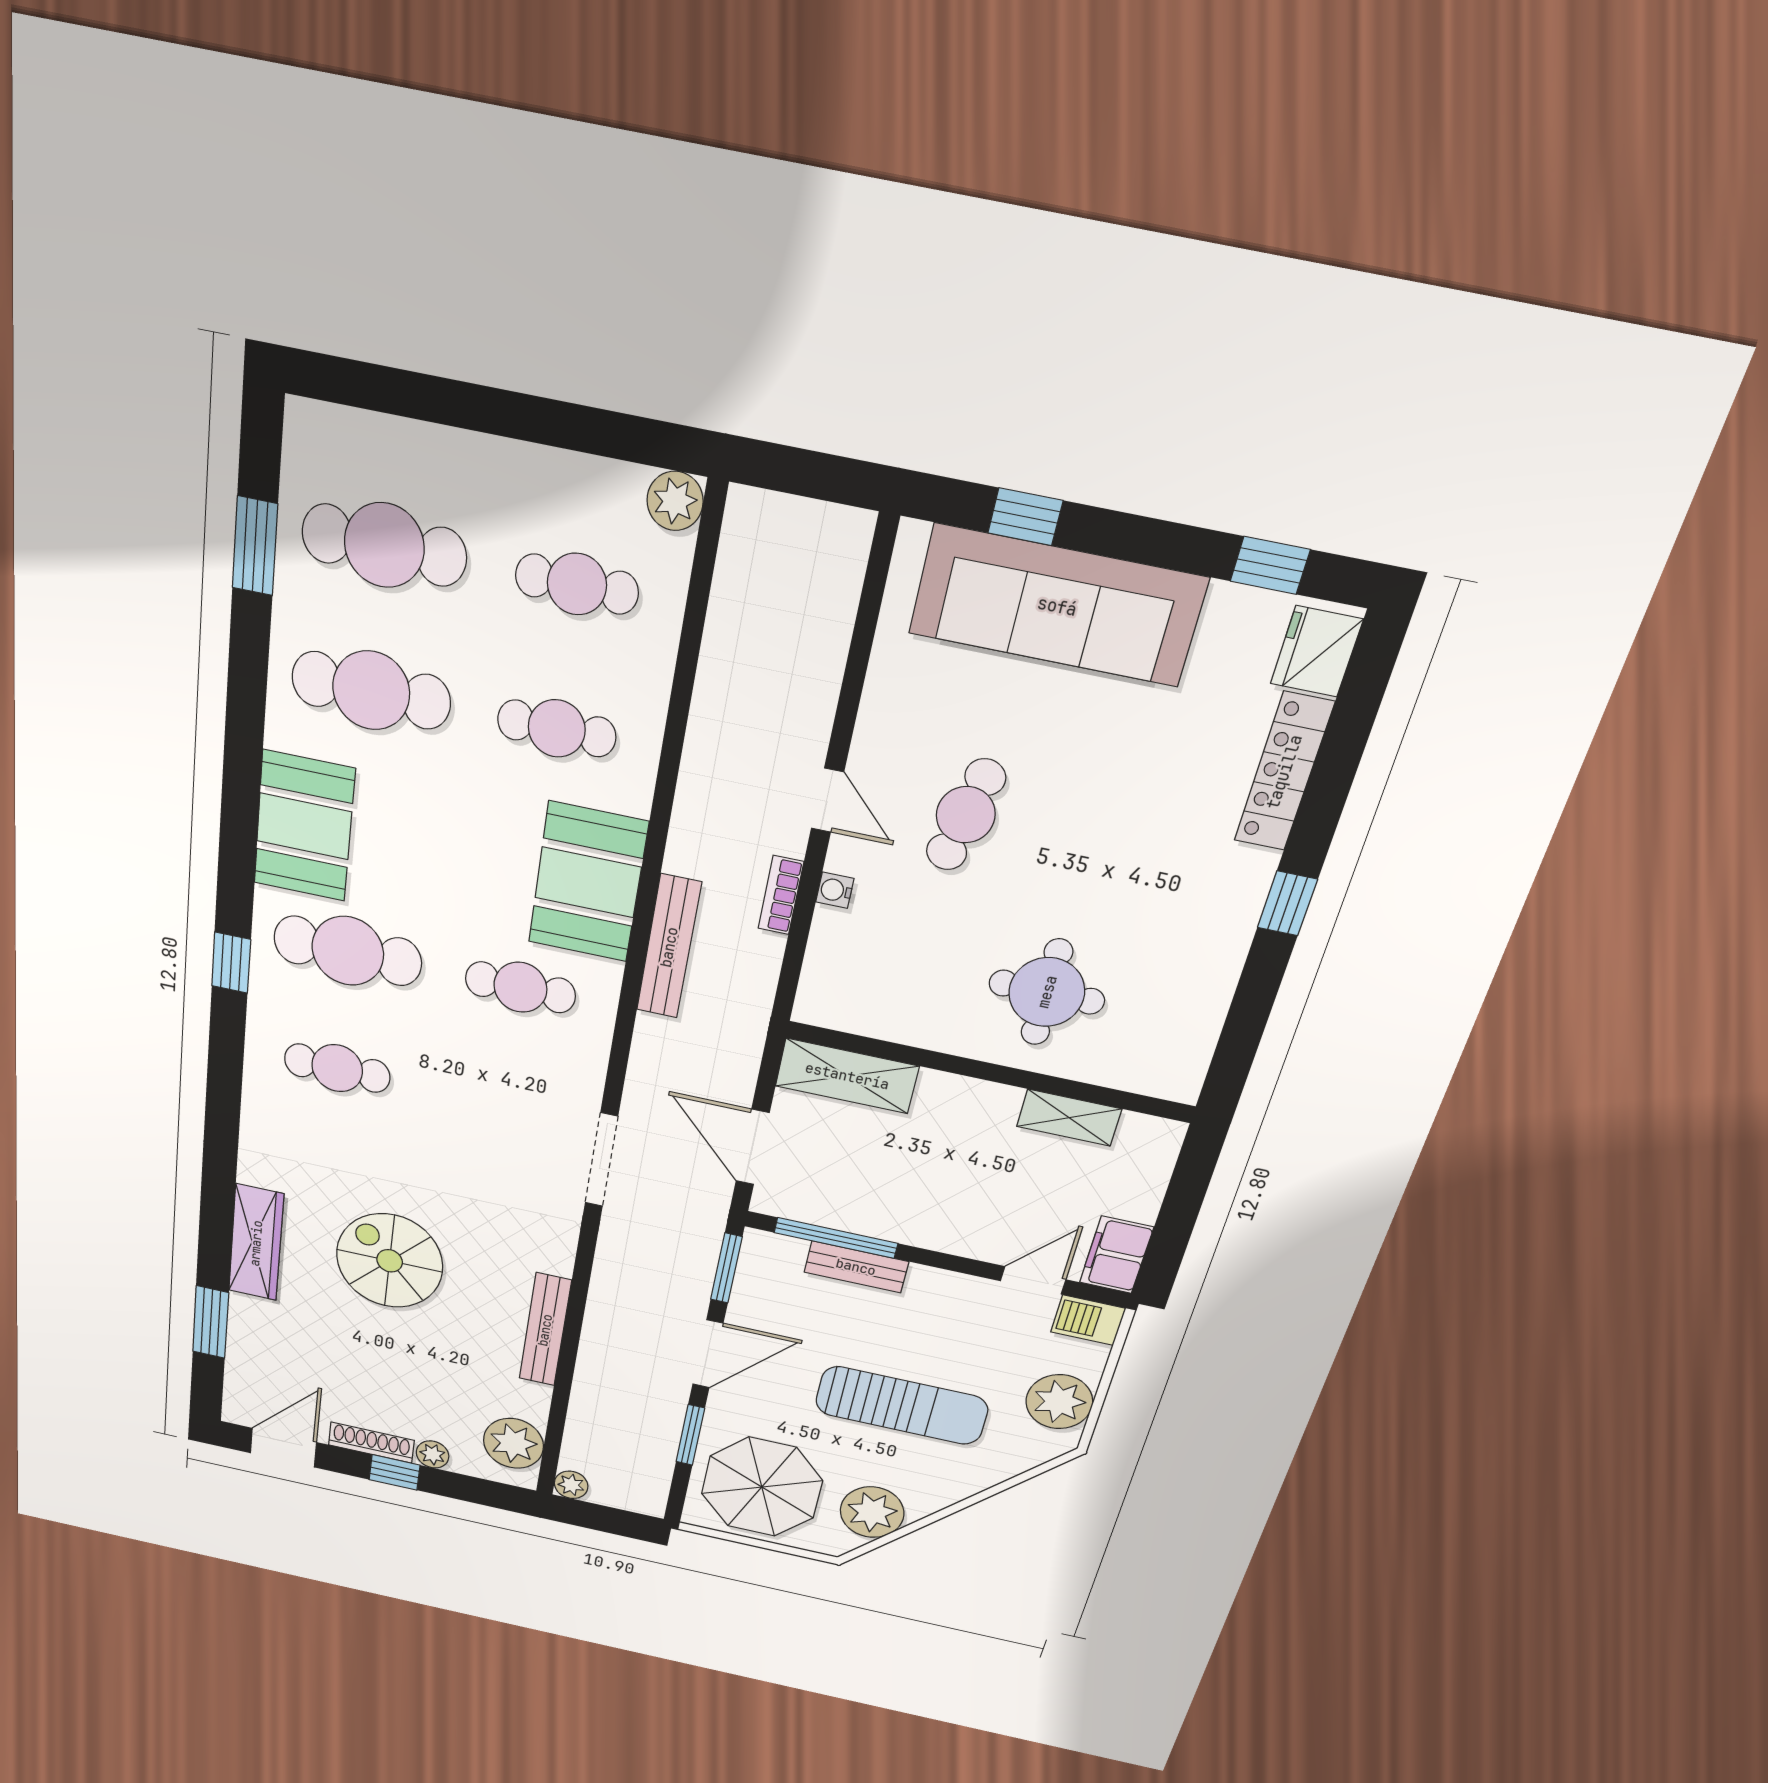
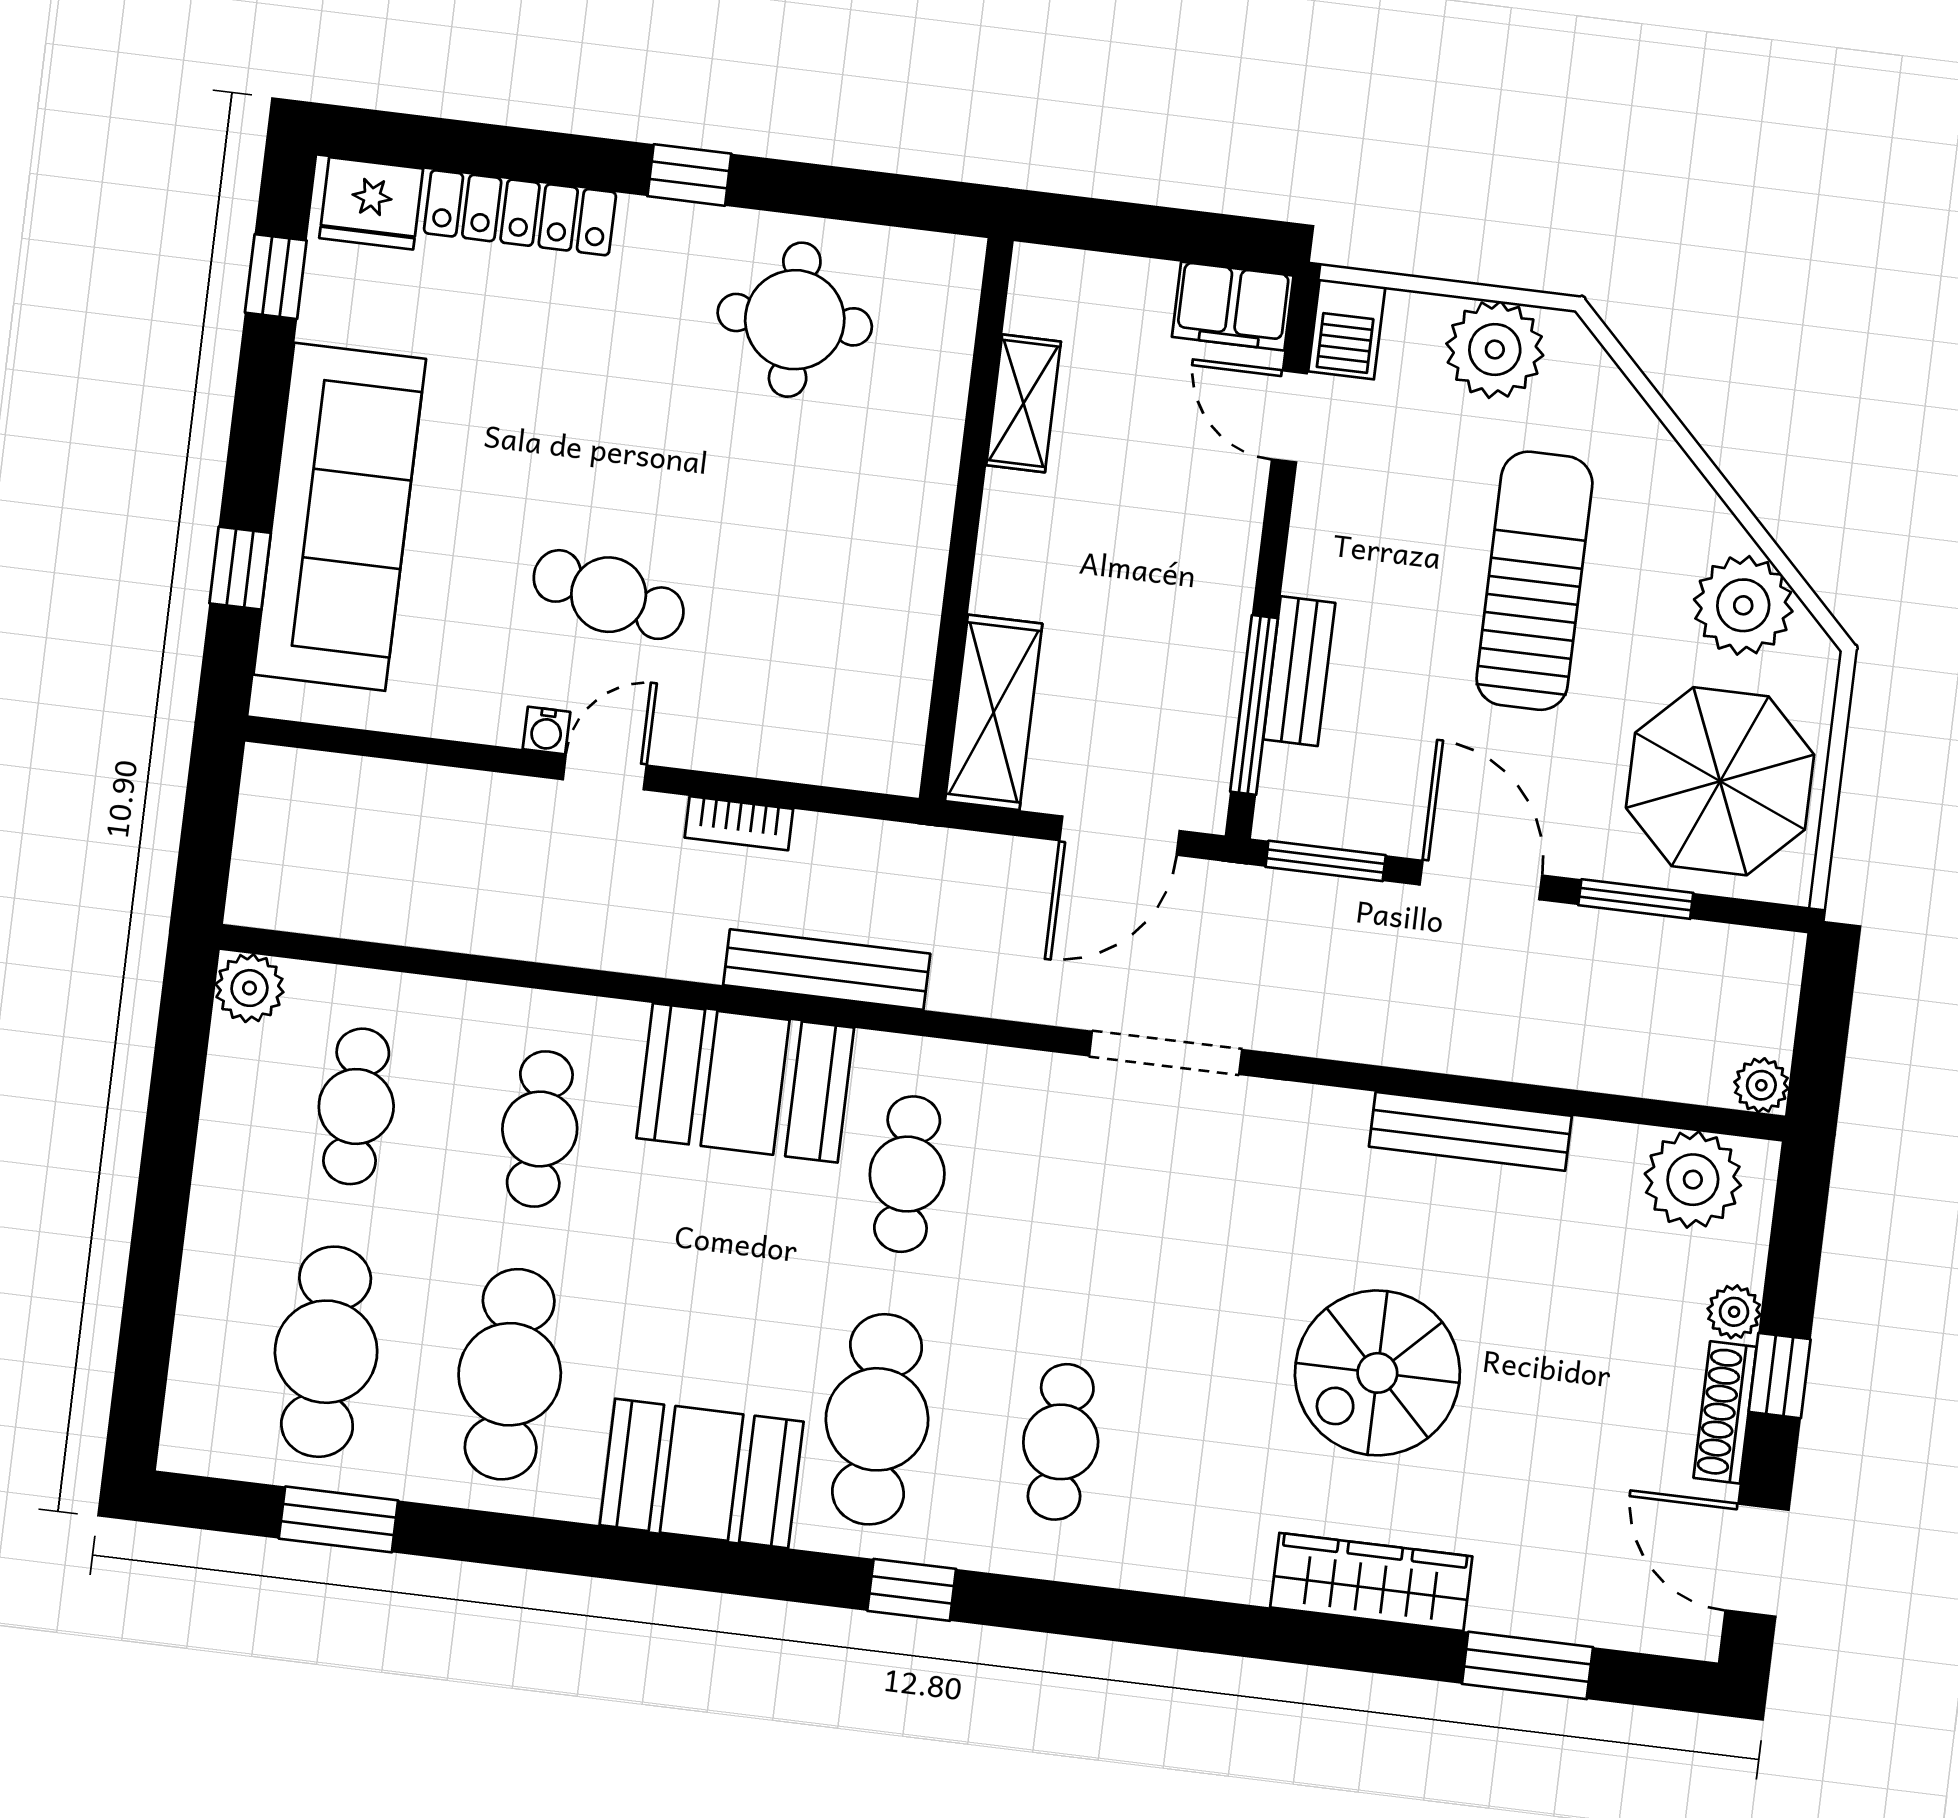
water cooler: (835, 890) -> (546, 731), moved
round table: (1047, 992) -> (795, 320), moved

